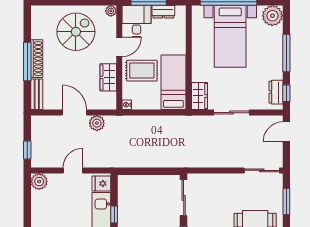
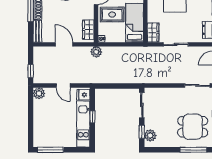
wardrobe: (108, 77) -> (88, 30), moved
plant: (97, 123) -> (96, 52), moved
door: (73, 170) -> (63, 85), swing flipped

